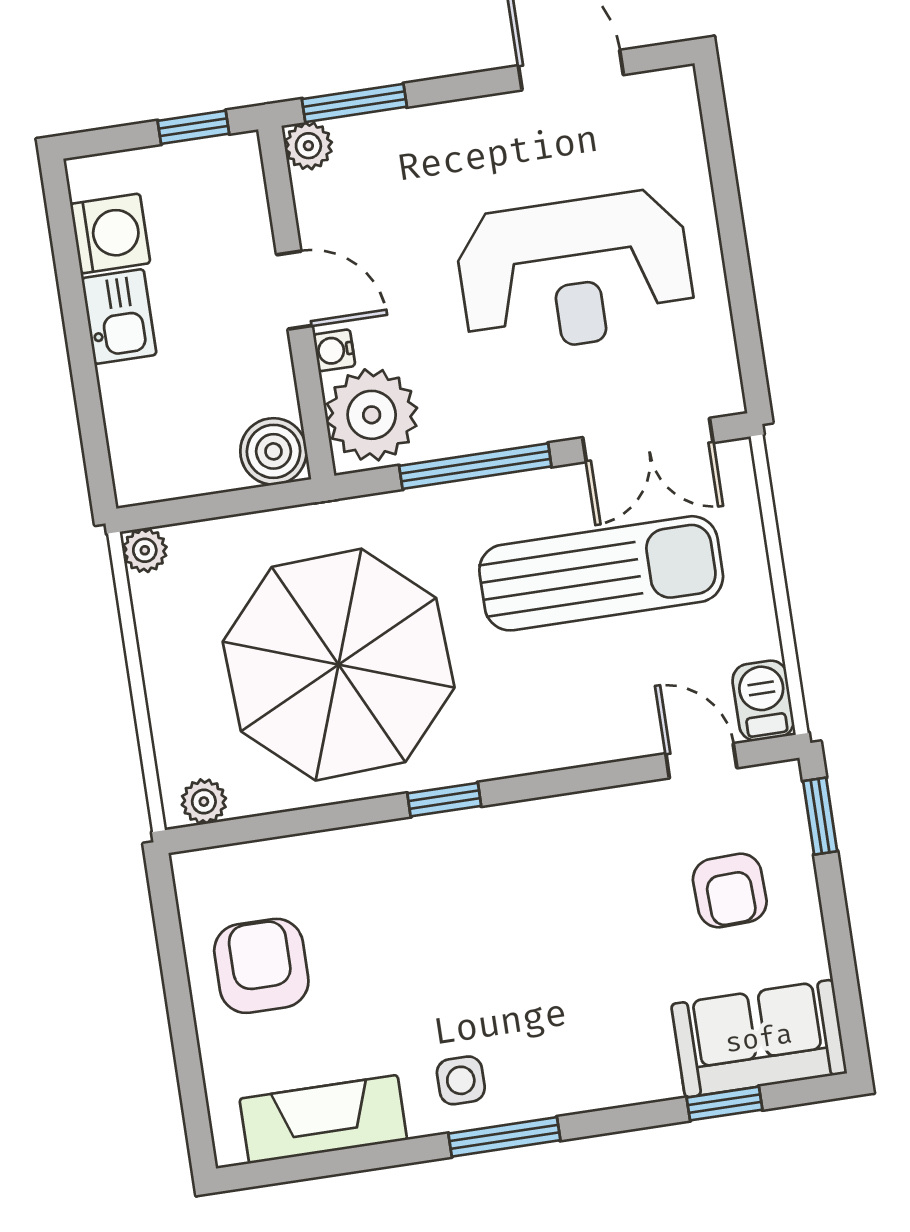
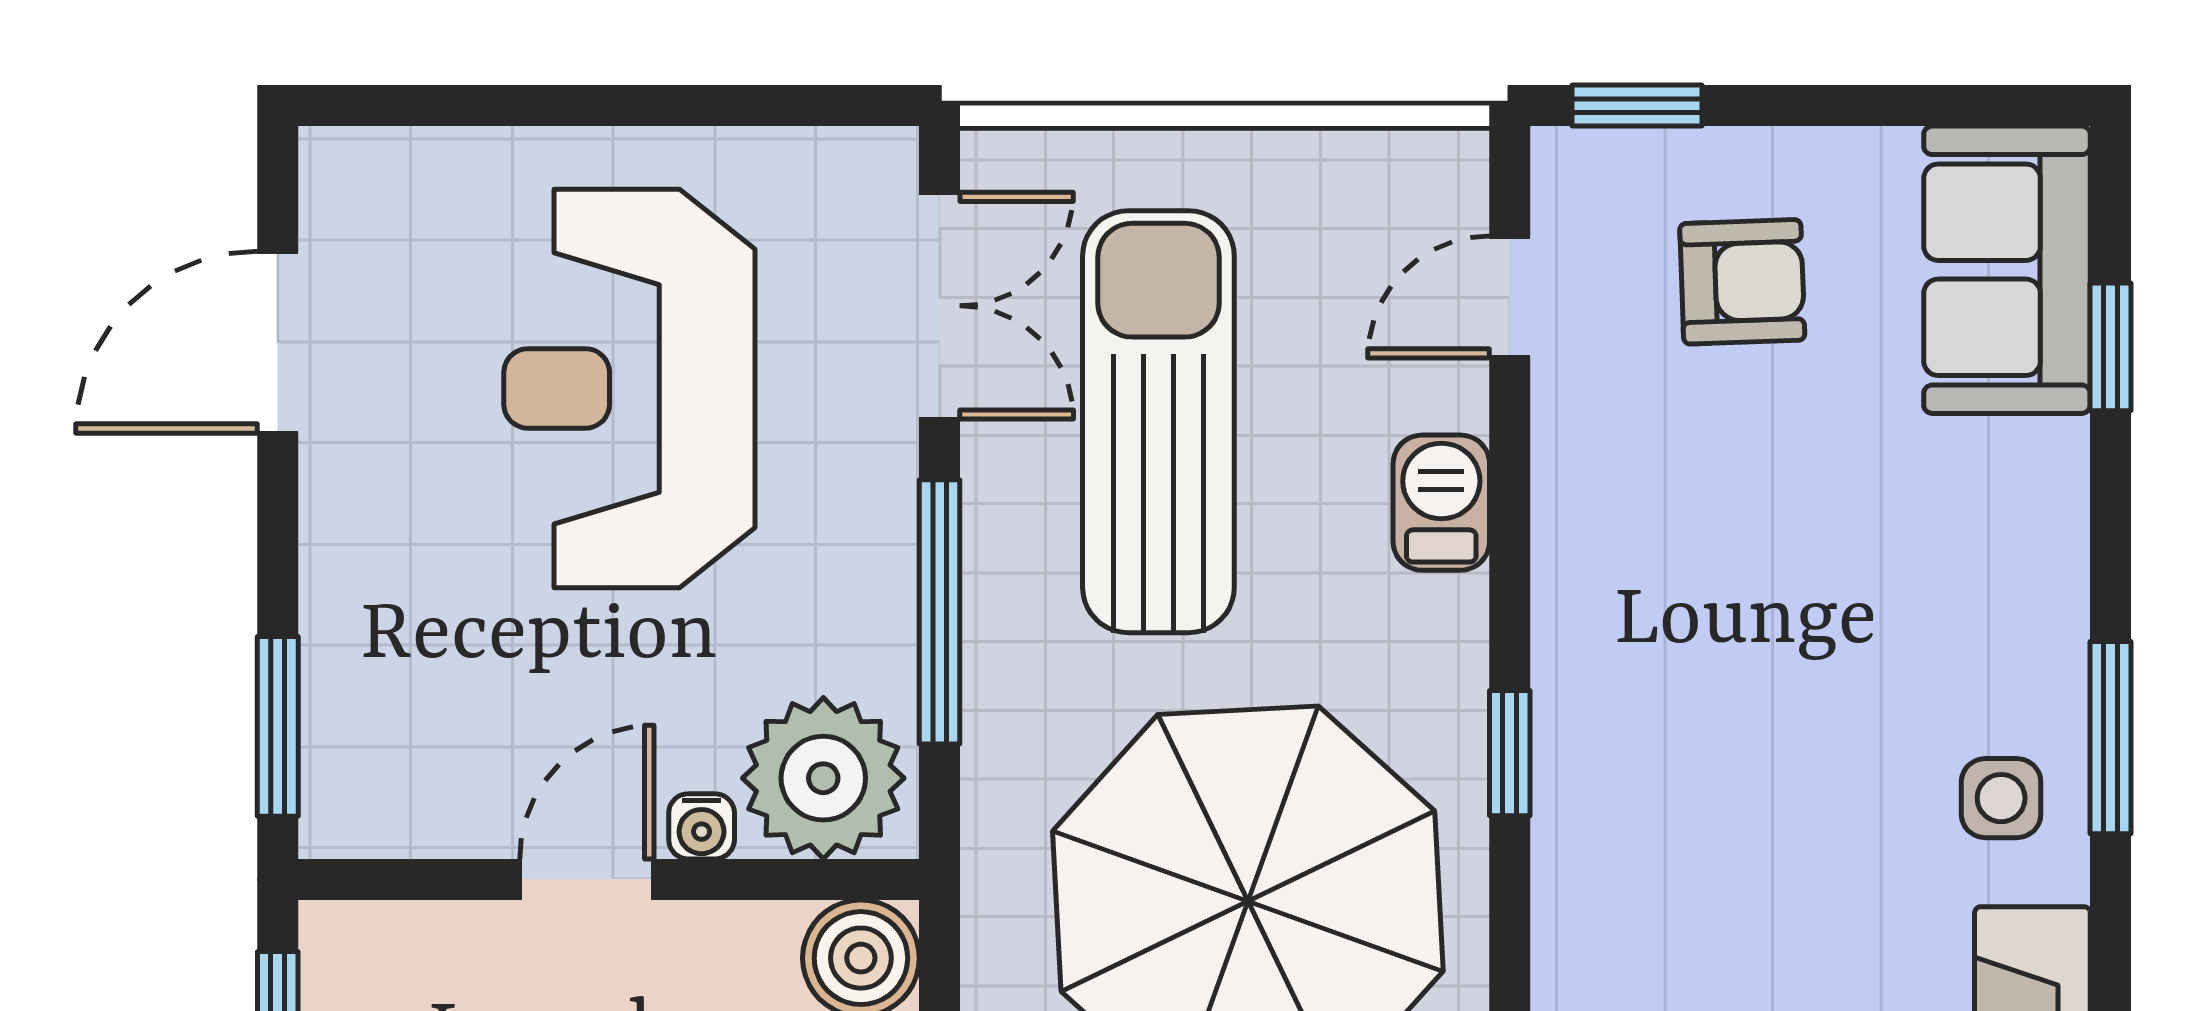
plant: (308, 146) -> (340, 817), removed
reception desk: (575, 272) -> (629, 388), turned 180
barbecue: (763, 701) -> (1441, 503), moved, turned 90

